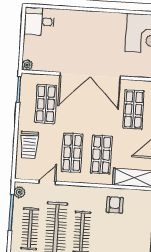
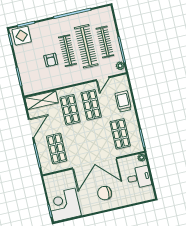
desk: (39, 21) -> (139, 177), moved
chair: (89, 33) -> (105, 193), added
double door: (90, 76) -> (95, 163), swing flipped
armchair: (115, 205) -> (51, 60), moved

